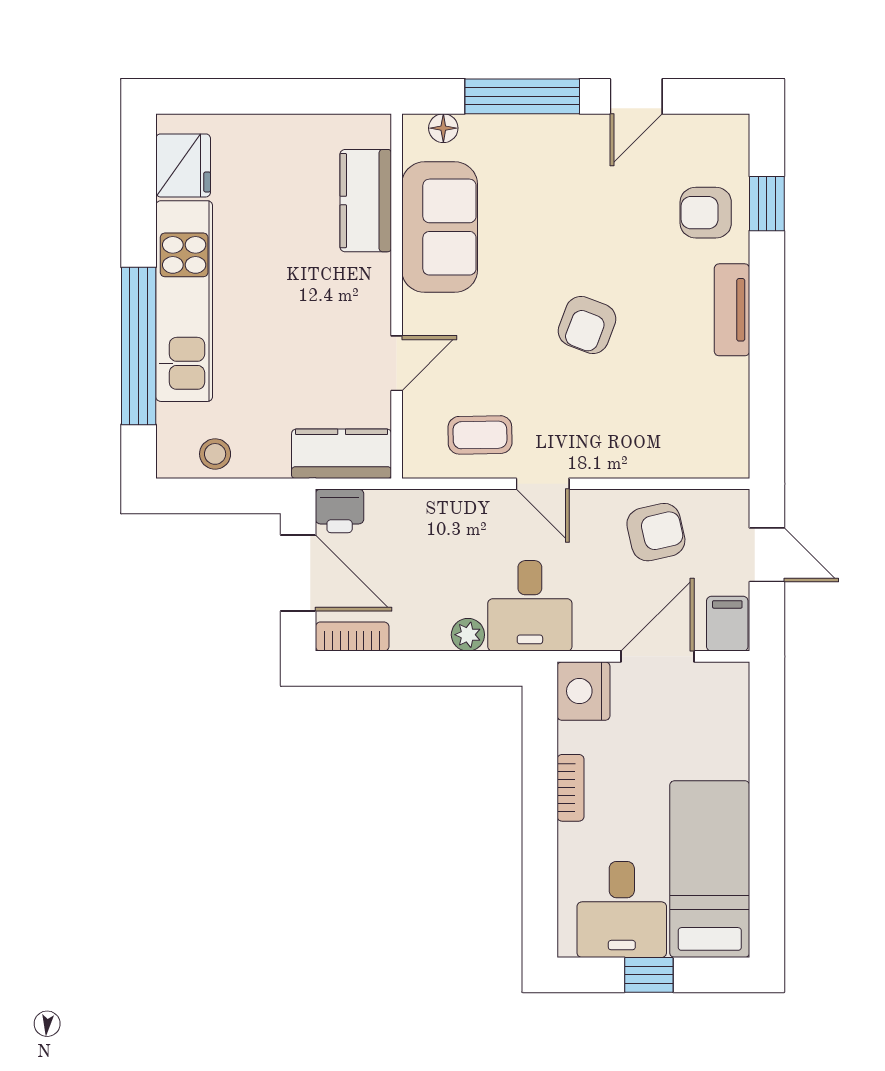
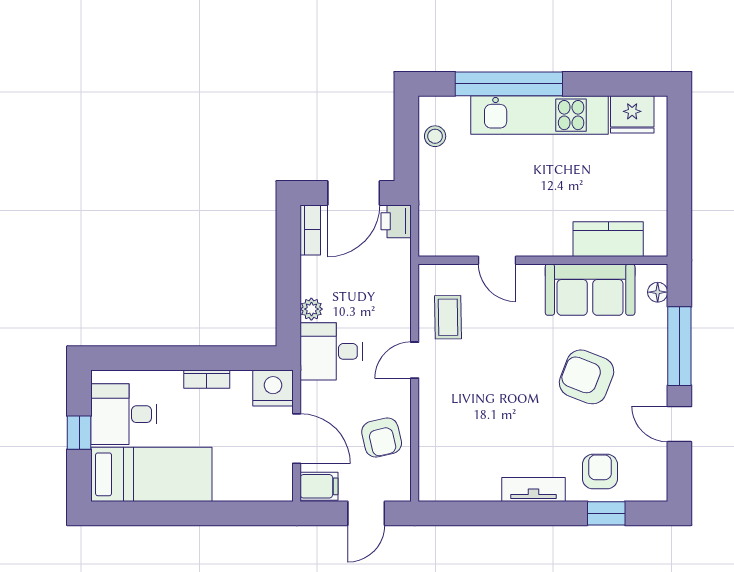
armchair: (587, 325) -> (587, 377), moved, width x1.38, depth x1.38
kitchen counter: (342, 454) -> (435, 223), removed

